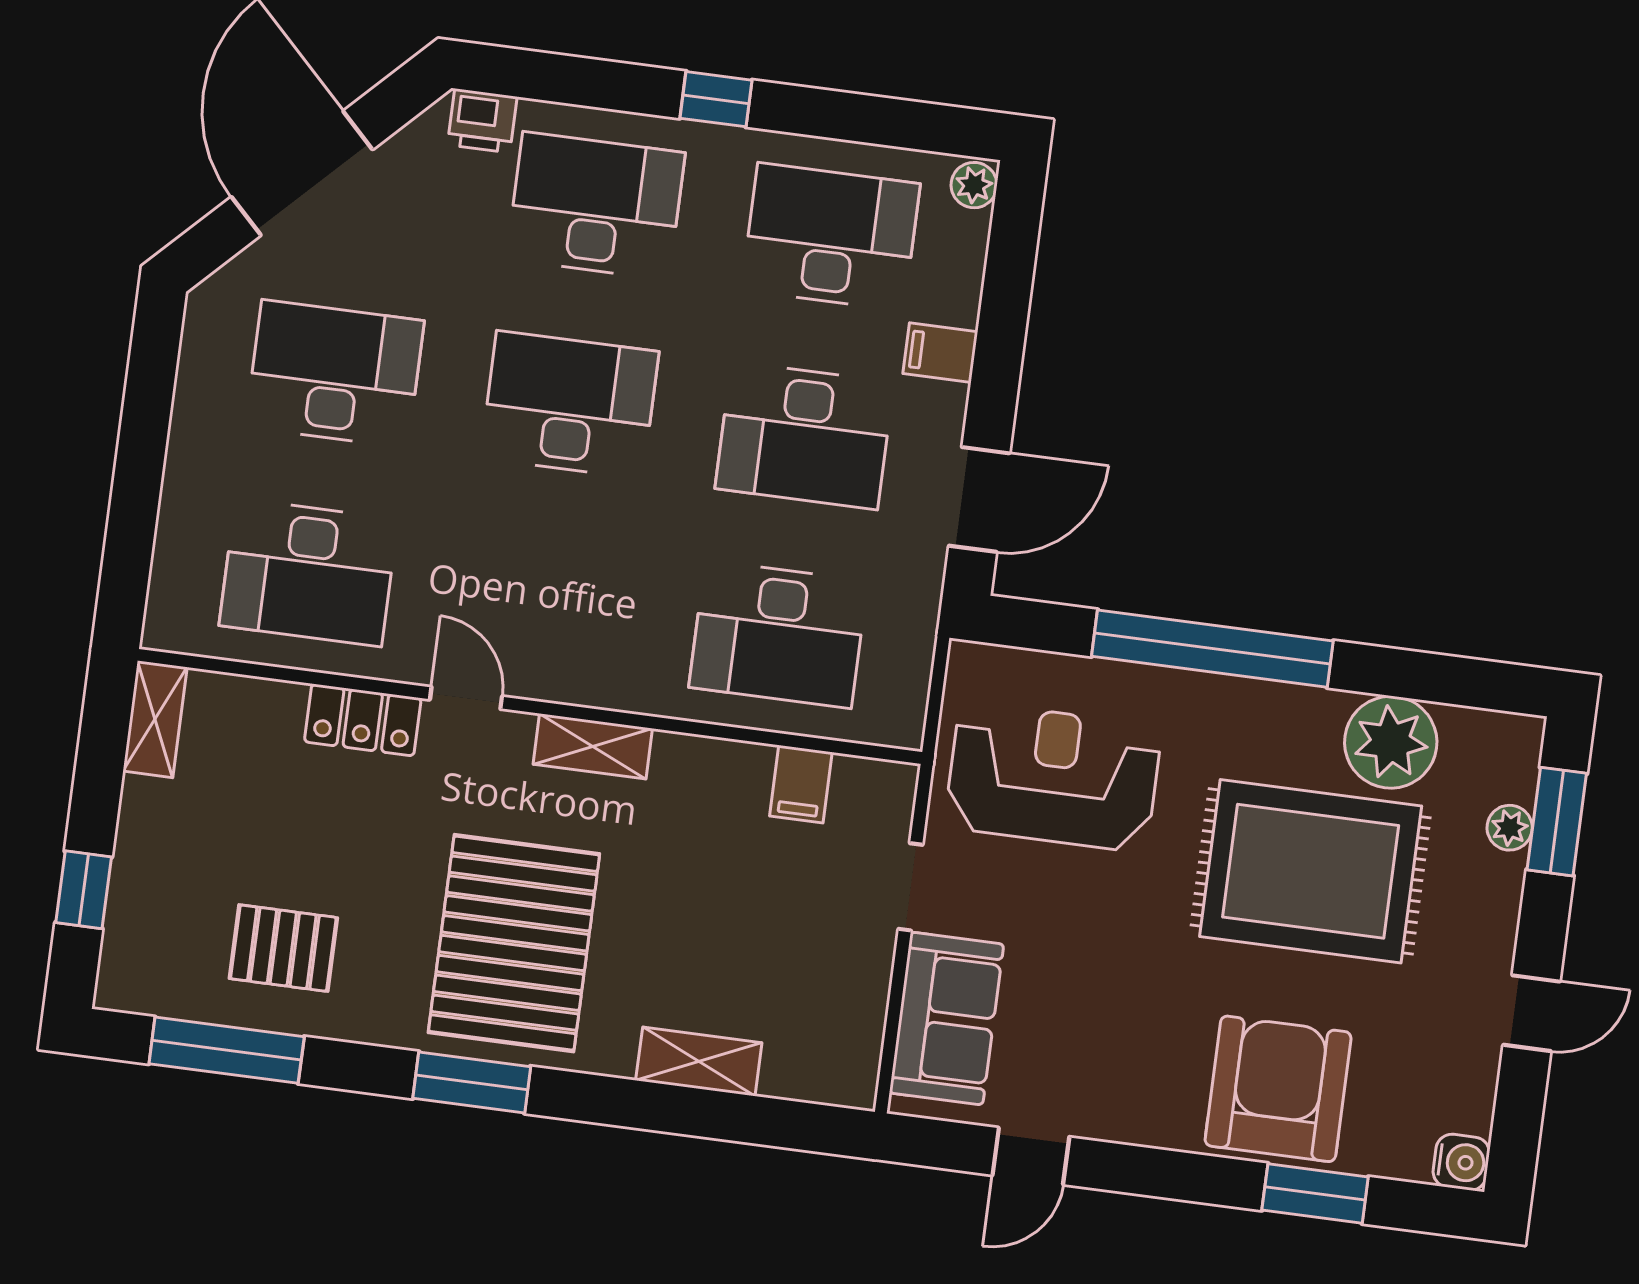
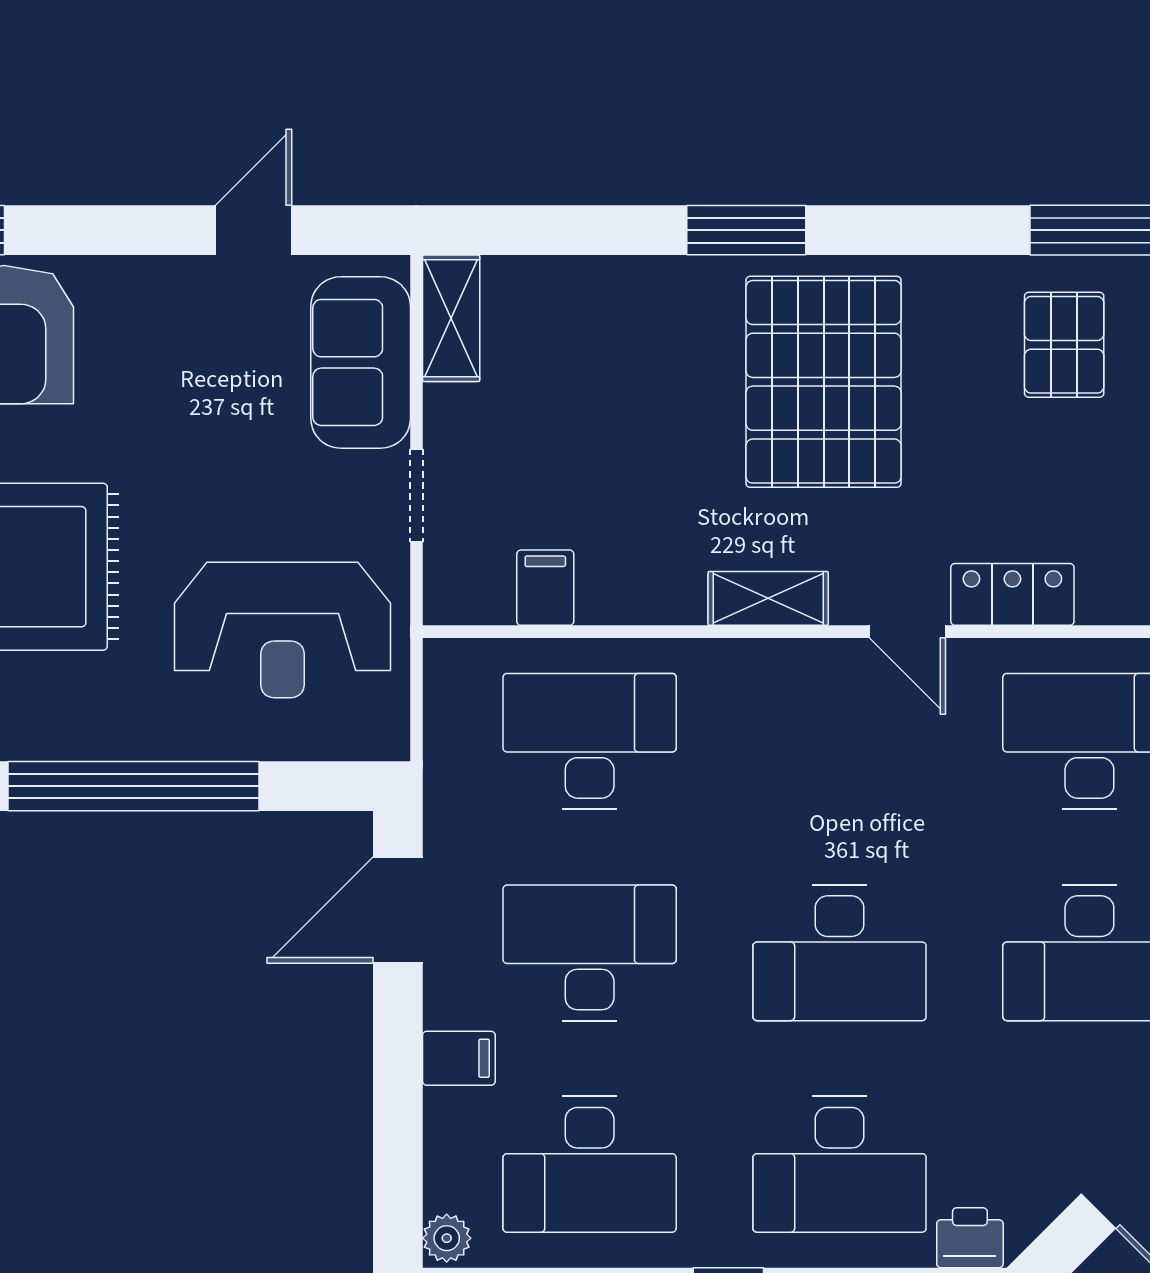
pallet: (283, 948) -> (1064, 345), turned 90
shelving: (699, 1061) -> (451, 318), moved, turned 90
window: (472, 1082) -> (746, 230), moved

